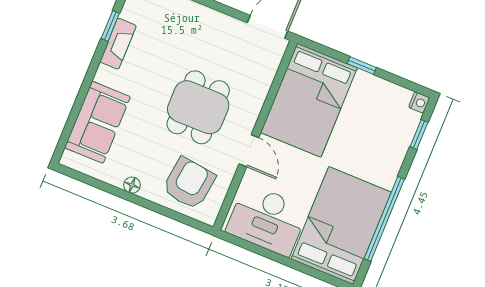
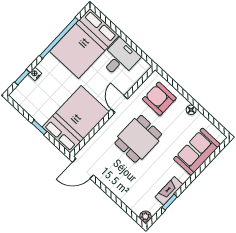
nightstand: (419, 102) -> (35, 74), moved
armchair: (189, 183) -> (159, 99), turned 83
desk: (267, 220) -> (120, 58), width x0.73

